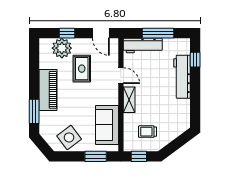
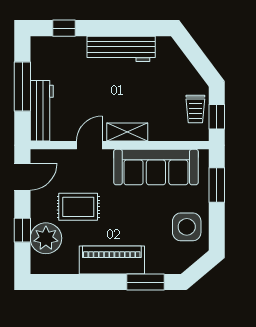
workbench: (182, 77) -> (121, 49), moved
sofa: (107, 125) -> (156, 167), width x1.36
trolley: (148, 132) -> (195, 109), moved
side table: (69, 137) -> (187, 227), turned 37

